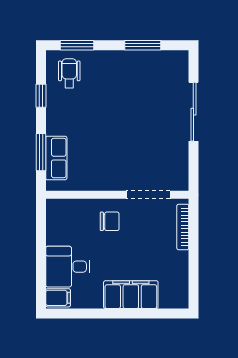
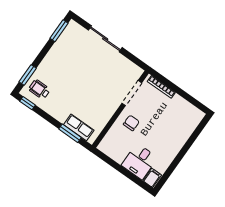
window: (143, 45) -> (59, 31), moved
window: (41, 96) -> (28, 103), moved
filing cabinet: (131, 295) -> (177, 139), removed

